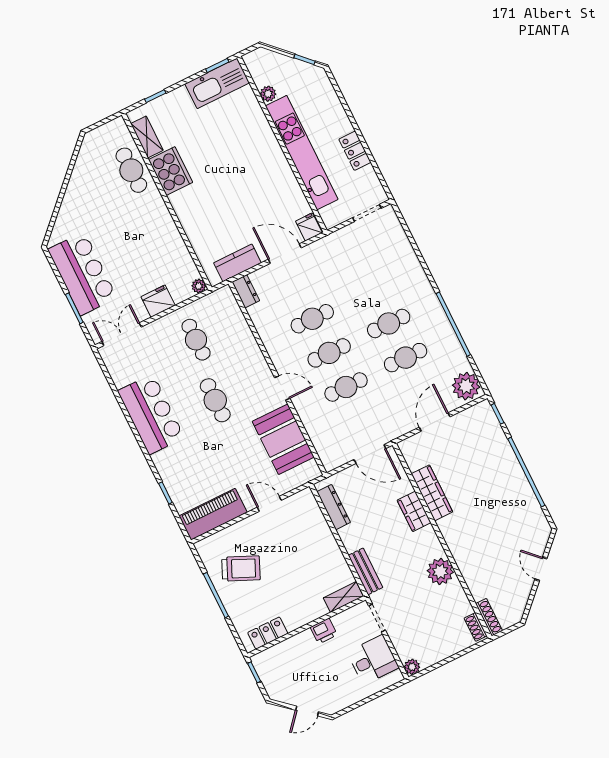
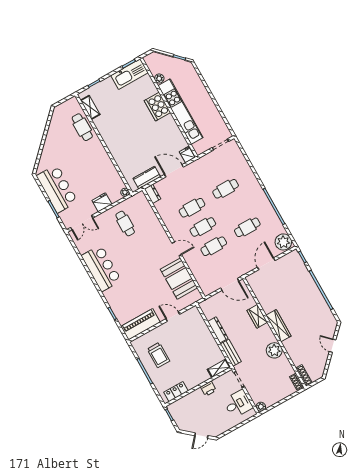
locker: (355, 151) -> (211, 109), removed
cooker: (171, 171) -> (157, 107), moved, turned 180
cafe table: (389, 323) -> (226, 189), moved
double door: (122, 334) -> (82, 223), swing flipped
cafe table: (215, 400) -> (138, 258), removed
wardrobe: (432, 493) -> (279, 326), moved
dresser: (334, 507) -> (218, 330), moved
trolley: (241, 569) -> (158, 355), turned 66

